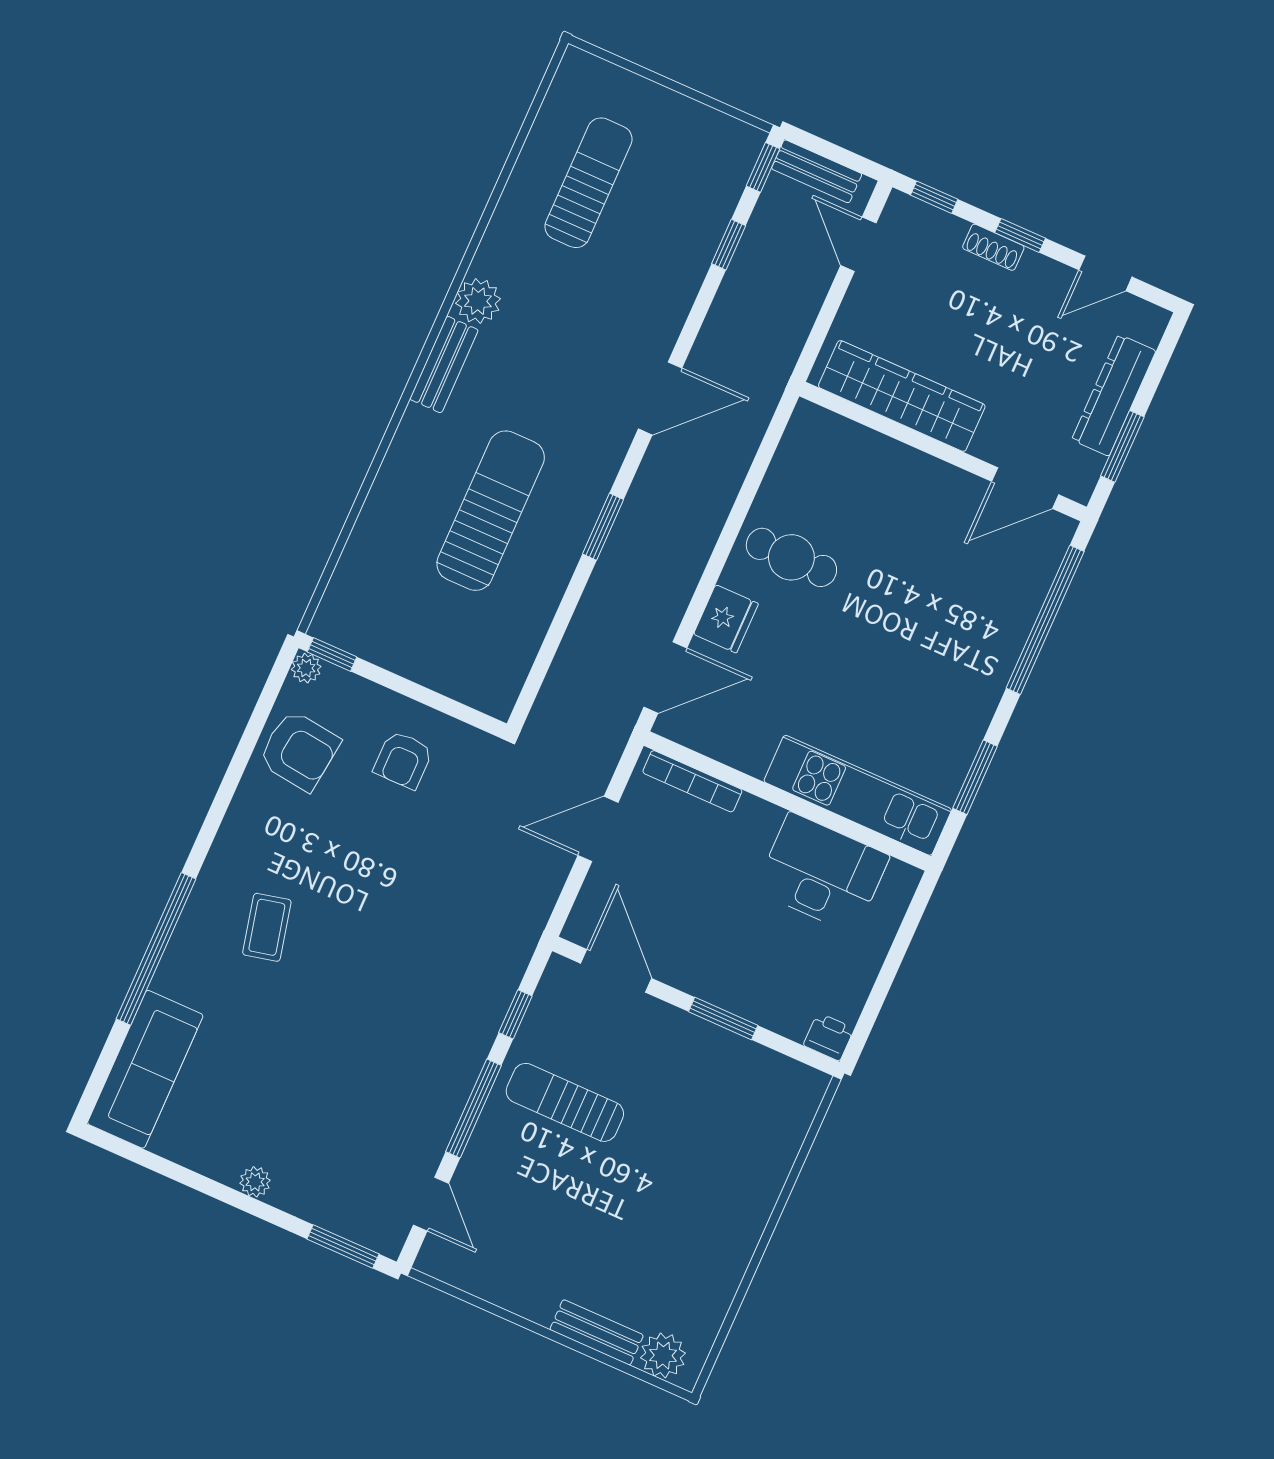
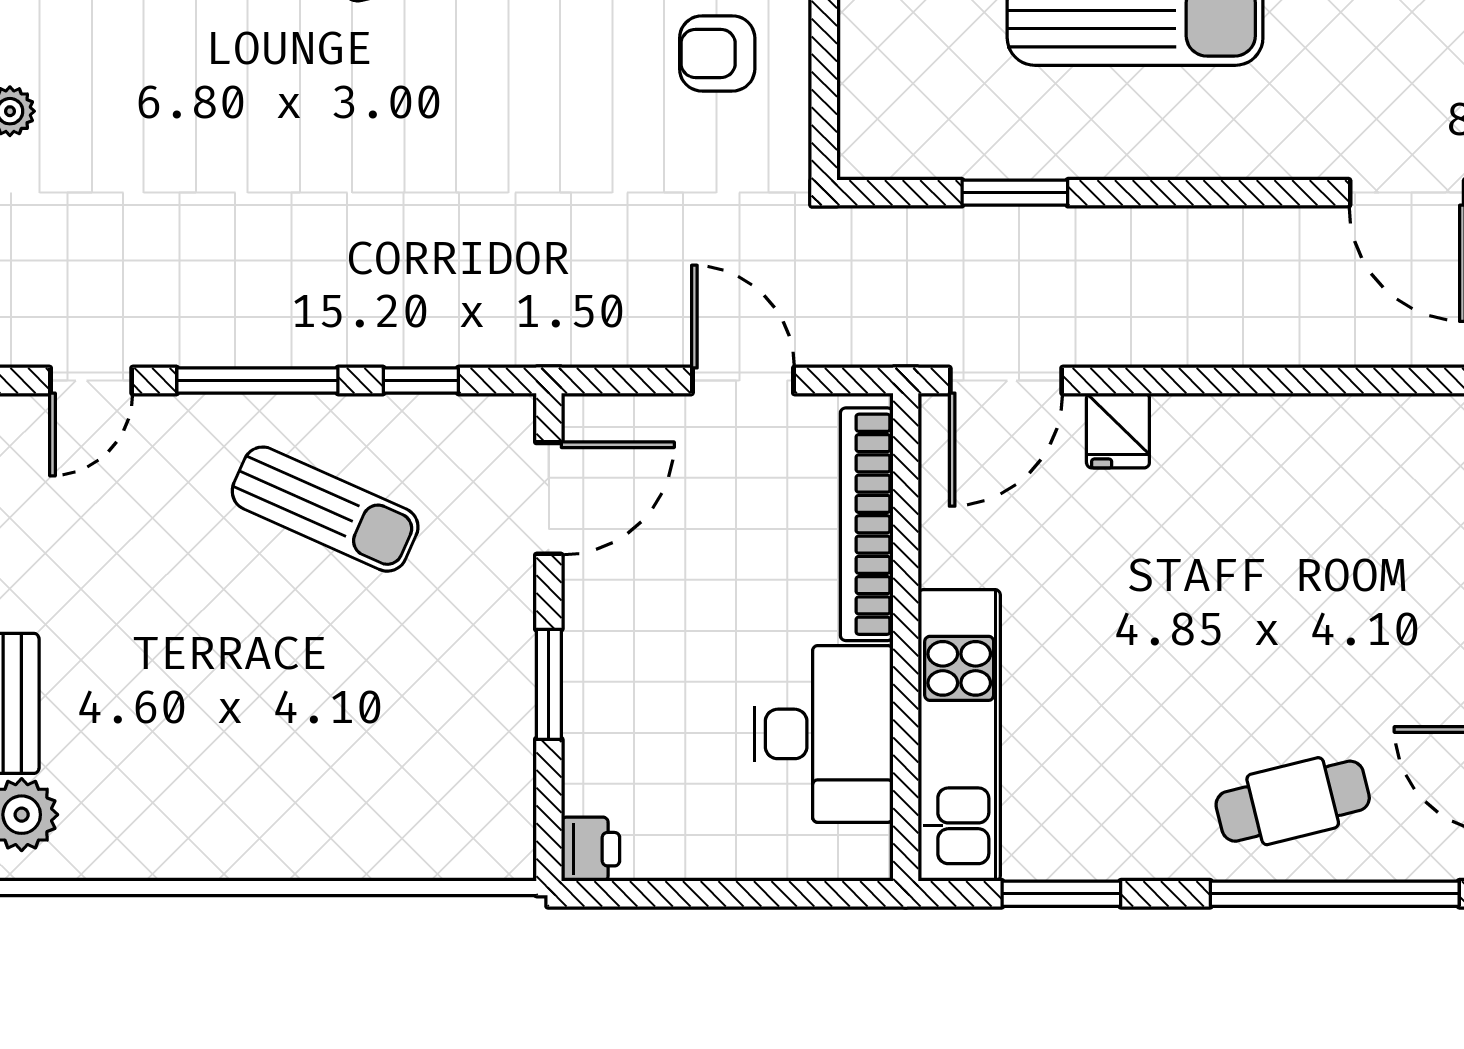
window: (603, 527) -> (1015, 193), moved
cafe table: (791, 557) -> (1293, 801), moved, turned 76
fridge: (726, 619) -> (1118, 430), width x0.72
door: (665, 678) -> (1006, 381), hinge flipped
bookcase: (692, 781) -> (867, 524), width x1.48, depth x1.31
sun lounger: (565, 1102) -> (325, 509), turned 114

